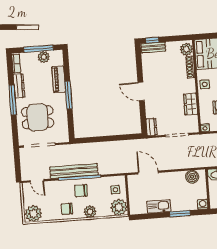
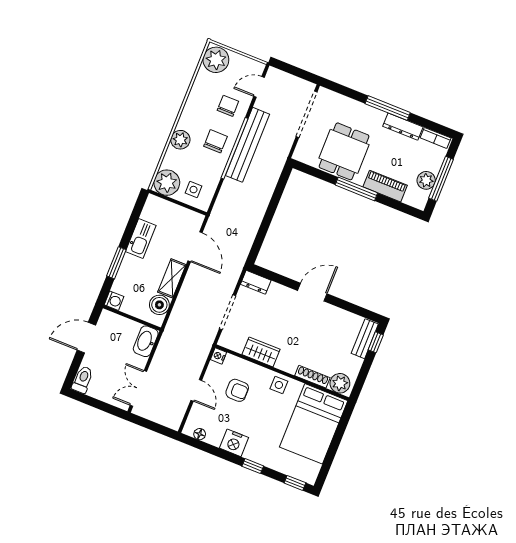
dining table: (38, 117) -> (344, 151), moved
door: (148, 172) -> (195, 247), hinge flipped
shelving: (173, 177) -> (172, 278), added
chair: (67, 209) -> (228, 106), moved

